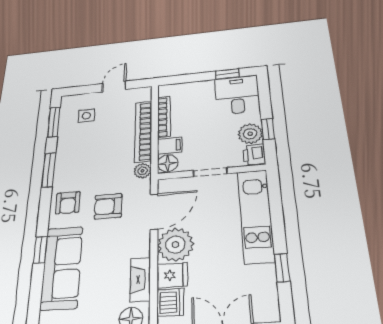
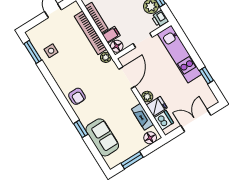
side table: (86, 116) -> (51, 51), moved
window: (49, 170) -> (52, 83), removed
armchair: (108, 206) -> (101, 87), removed
plant: (175, 245) -> (147, 97), width x0.53, depth x0.53
sofa: (62, 267) -> (102, 137), width x0.73

